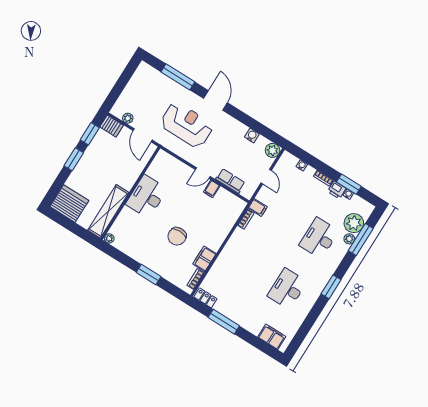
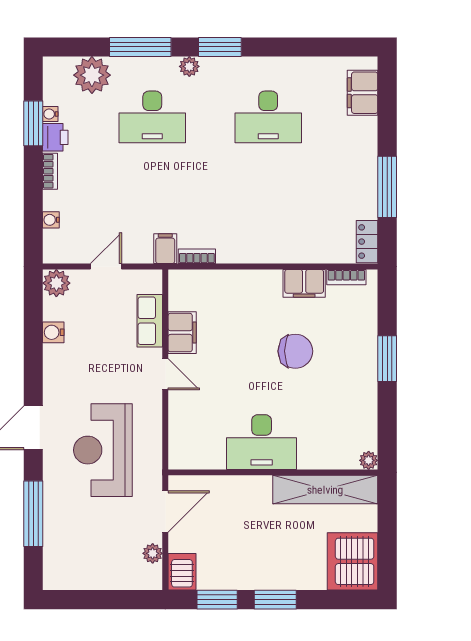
filing cabinet: (212, 189) -> (182, 333), width x2.00
plant: (349, 239) -> (189, 66), moved
window: (361, 239) -> (140, 47), moved

